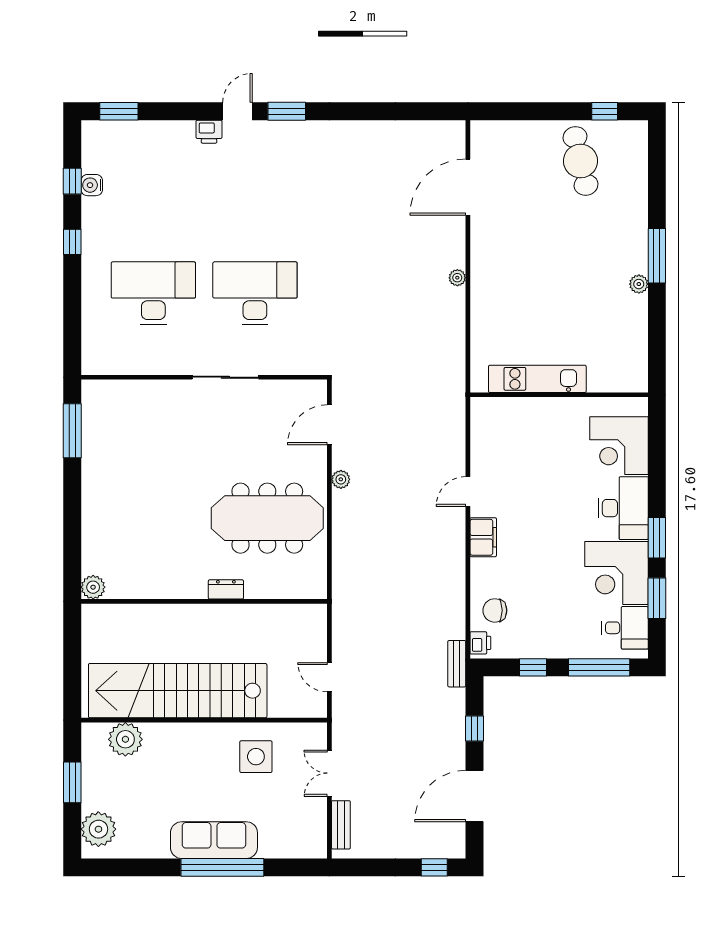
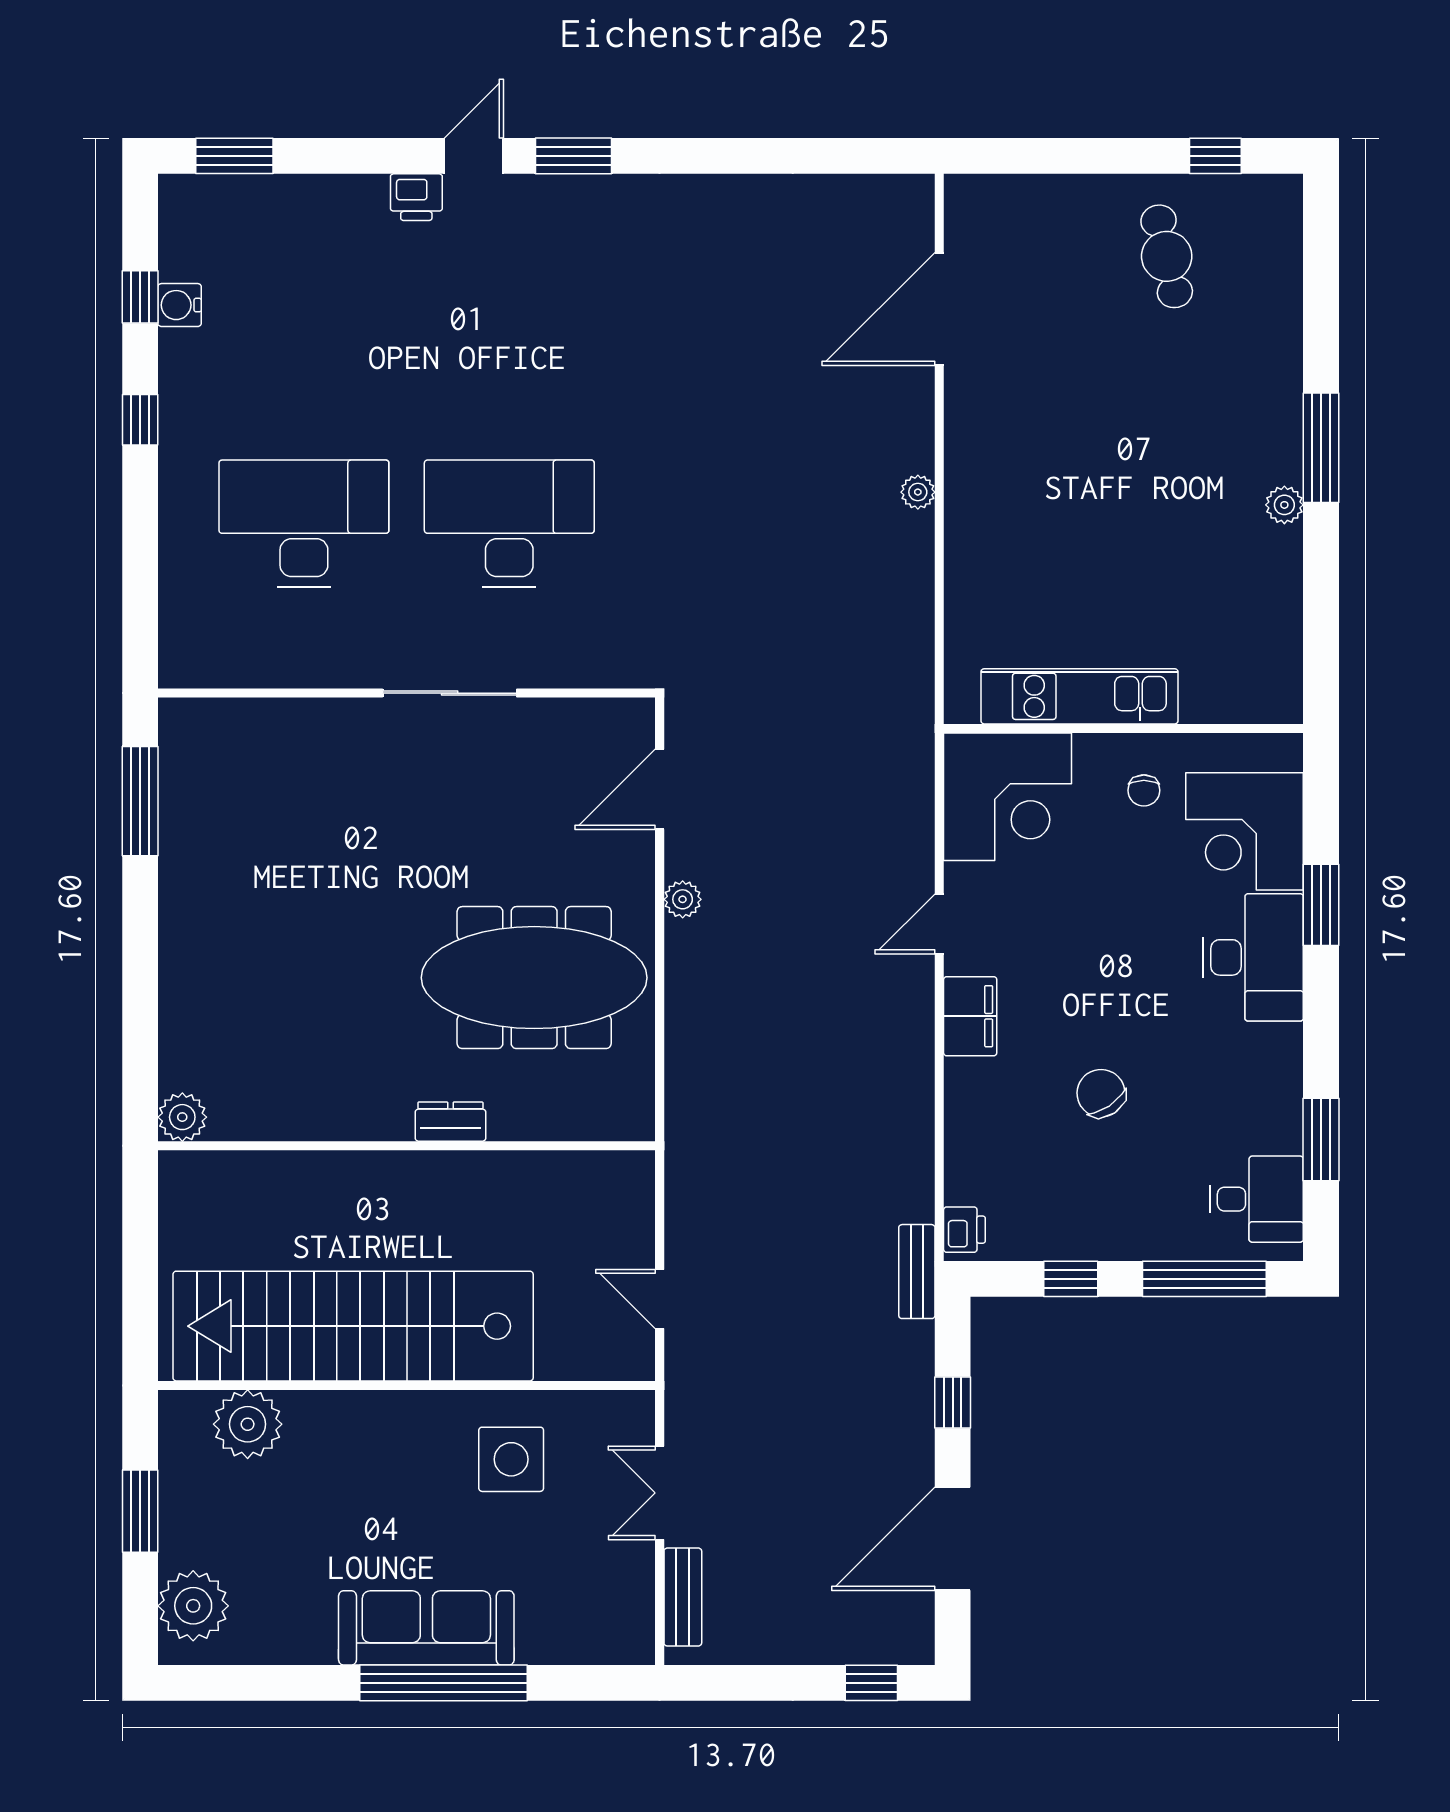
cafe table: (581, 161) -> (1167, 256), width x0.73, depth x0.74
chair: (569, 425) -> (1144, 790), added
window: (657, 538) -> (1321, 905), moved
corner desk: (617, 573) -> (1007, 797), moved, turned -90
chair: (495, 610) -> (1101, 1093), moved, turned 56

